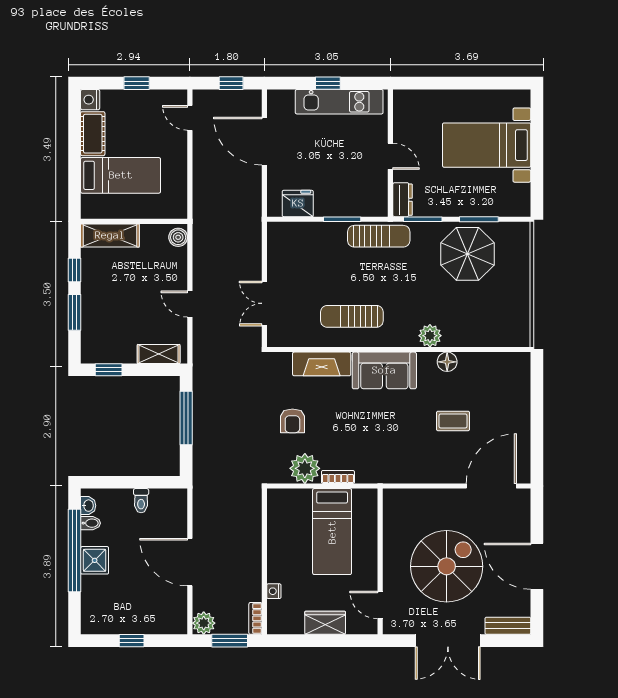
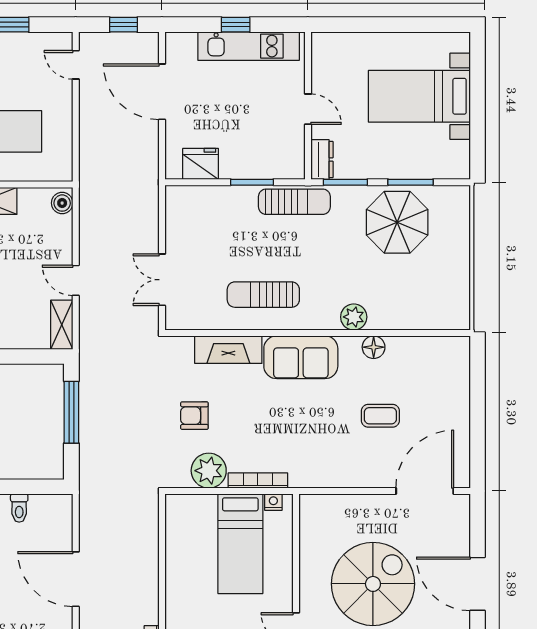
shelving: (159, 354) -> (62, 325), moved, turned 90
armchair: (292, 421) -> (194, 416), turned 90
bookcase: (338, 477) -> (258, 481), width x1.56
nightstand: (274, 591) -> (273, 502), moved, turned 90

